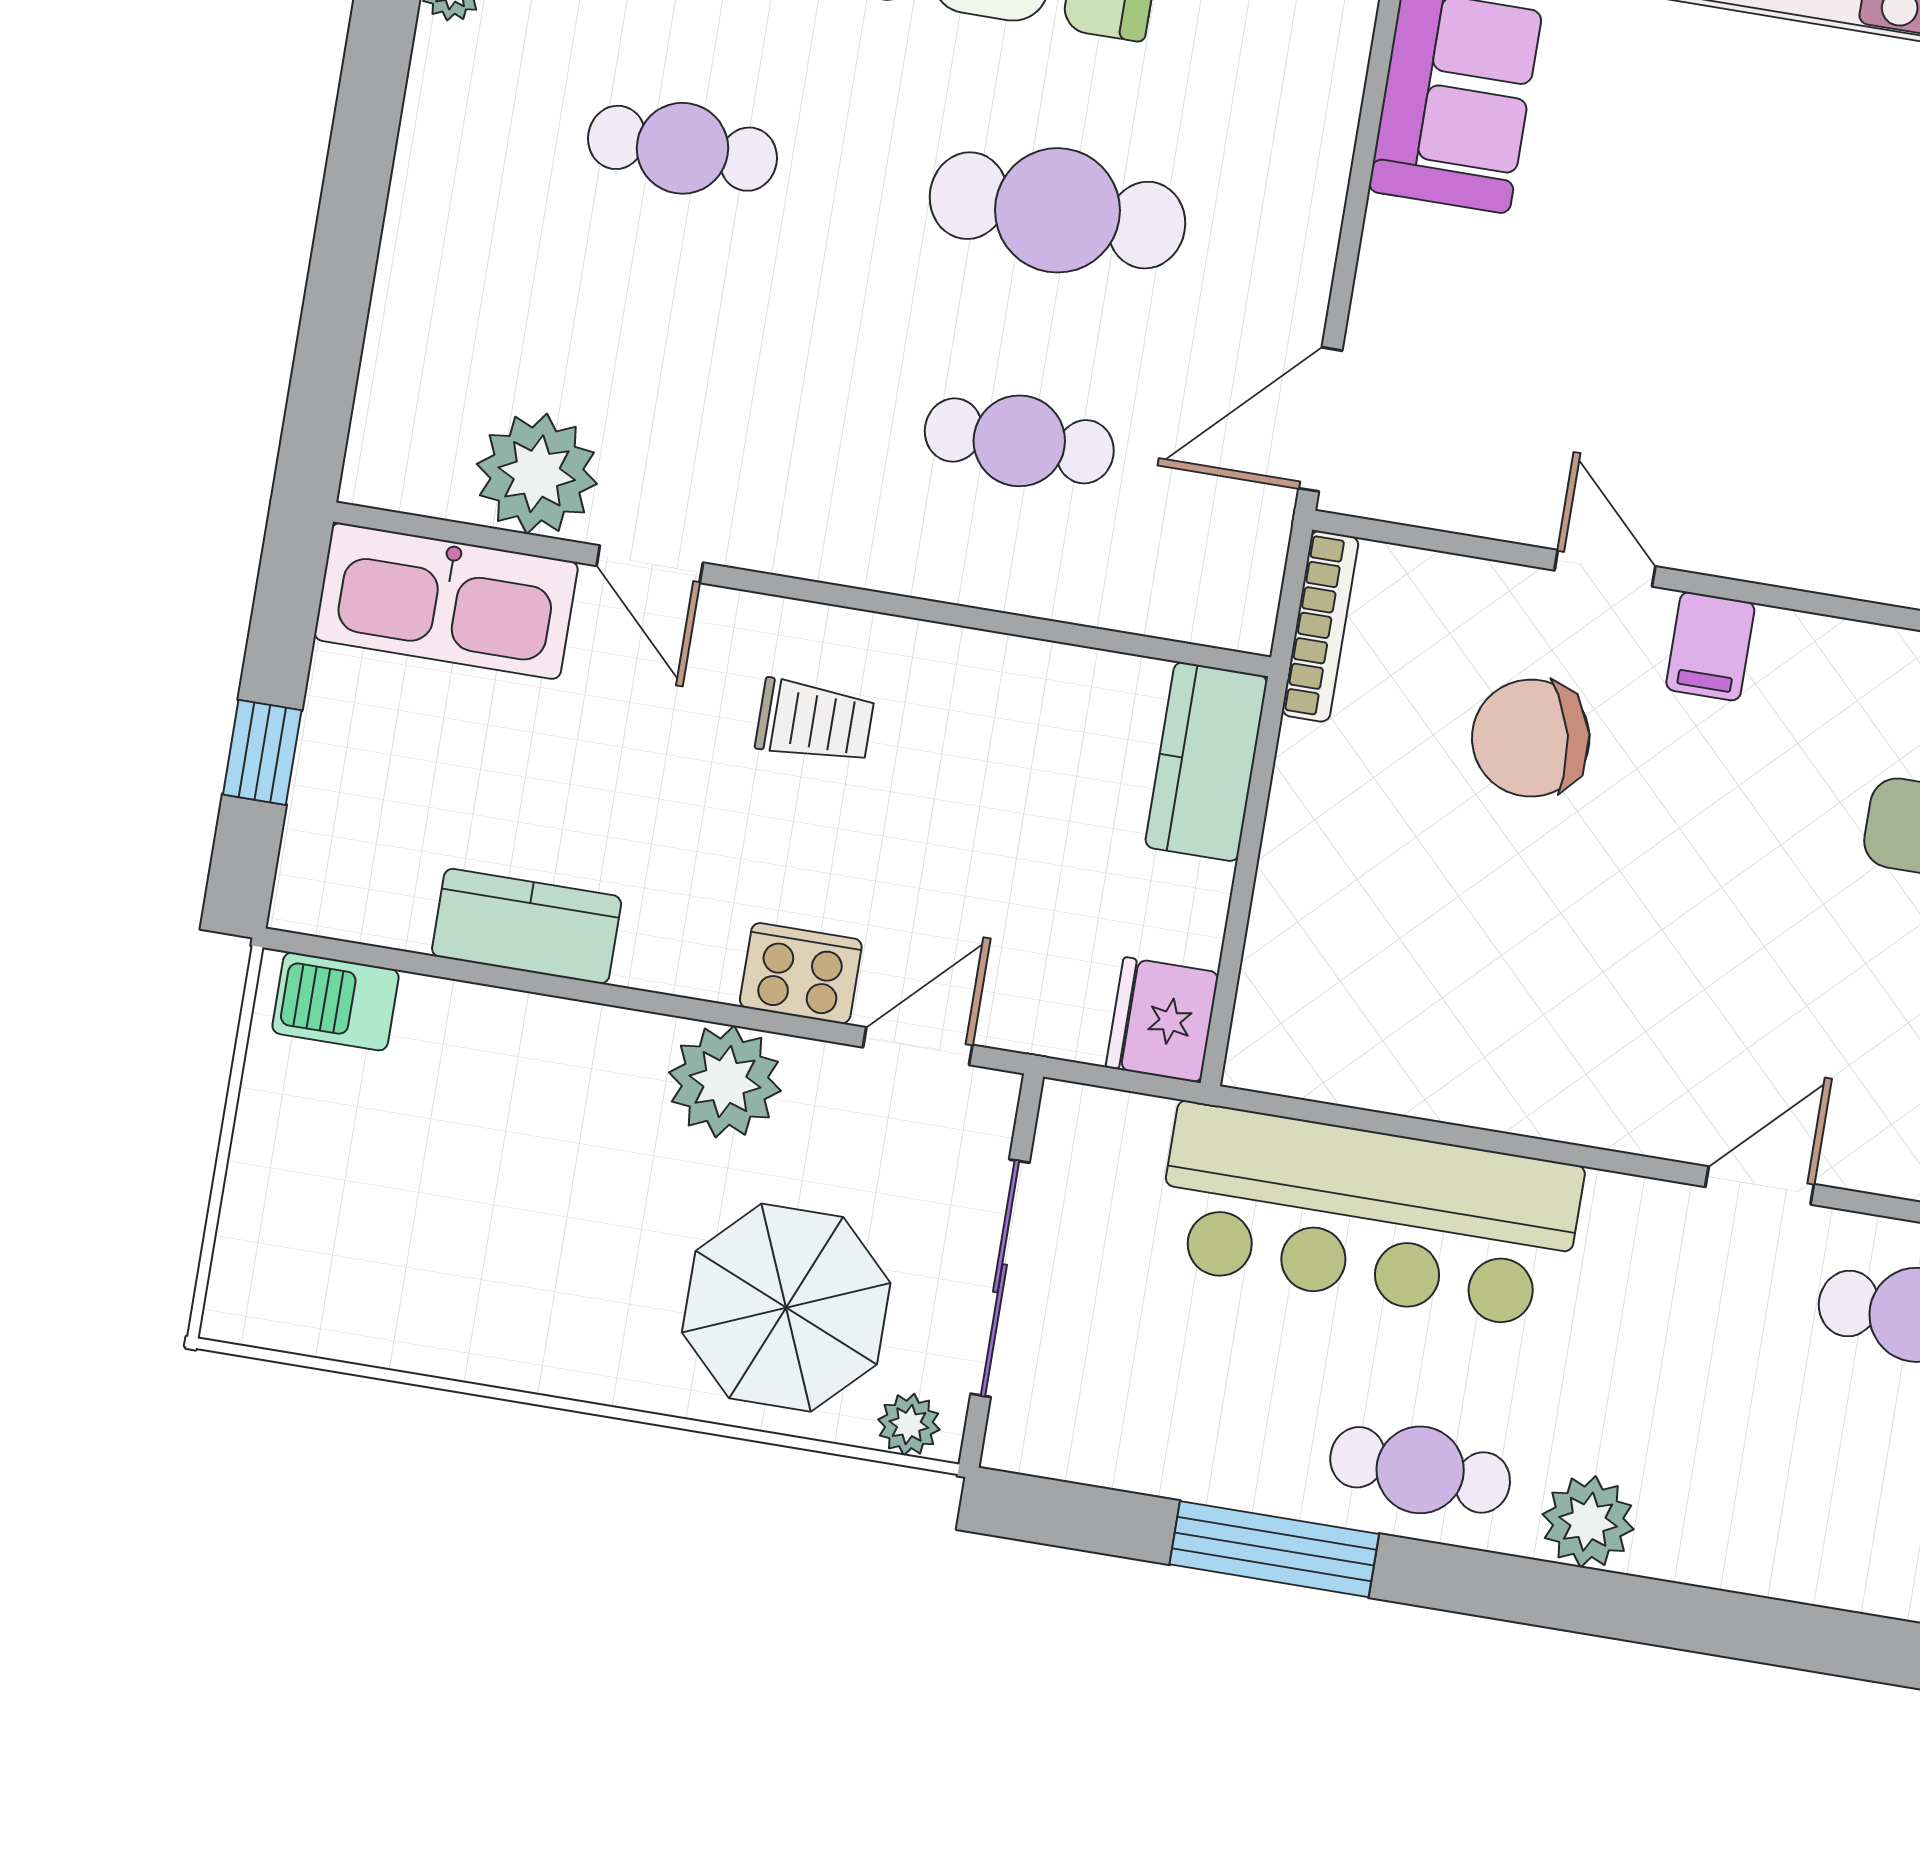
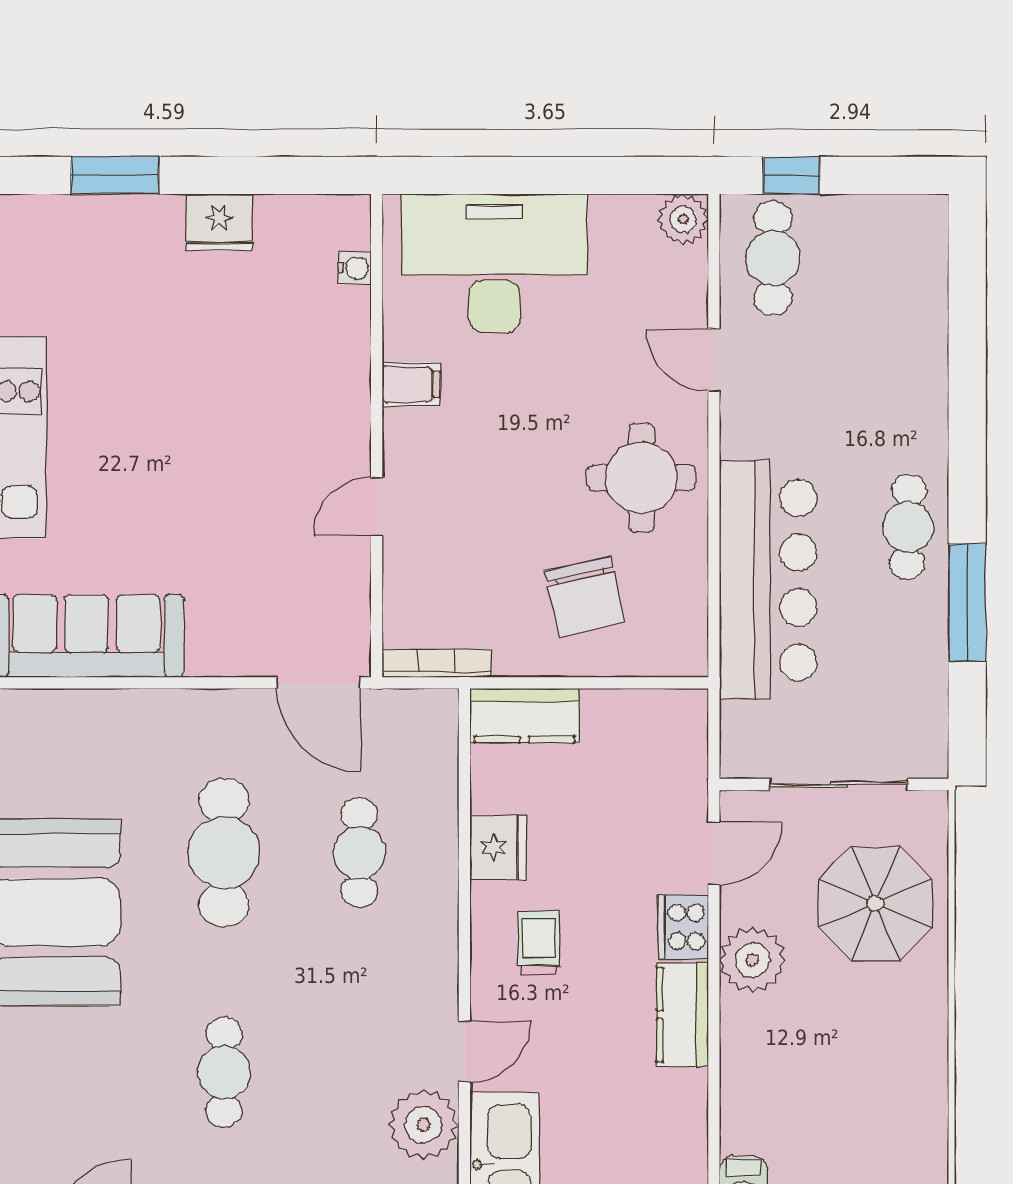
filing cabinet: (1710, 646) -> (411, 384), moved
chair: (1531, 738) -> (585, 596), moved
kitchen counter: (527, 926) -> (683, 1015), moved
fridge: (1162, 1020) -> (498, 848), moved, turned -90
round table: (1579, 1028) -> (641, 478), added
door: (918, 1046) -> (714, 853), swing flipped
plant: (909, 1425) -> (931, 823), removed
plant: (1588, 1522) -> (922, 426), removed

